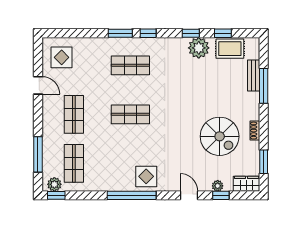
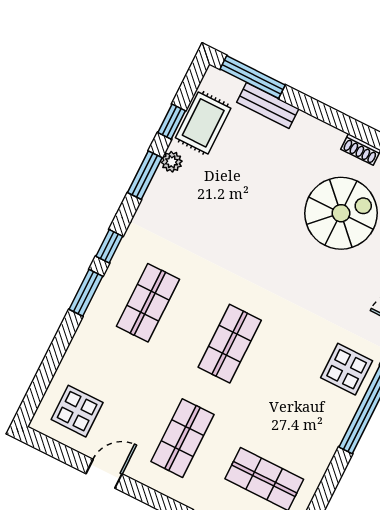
window: (191, 33) -> (145, 175), width x1.50
plant: (199, 48) -> (172, 162), width x0.53, depth x0.53
window: (264, 86) -> (253, 77), moved
shop shelf: (74, 114) -> (182, 438), turned 90

